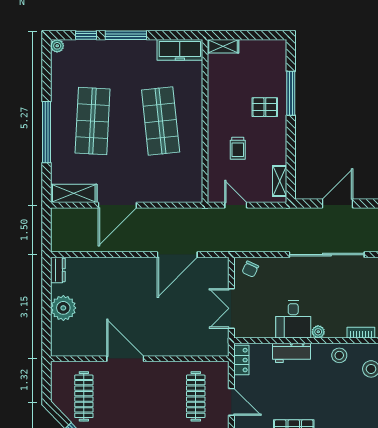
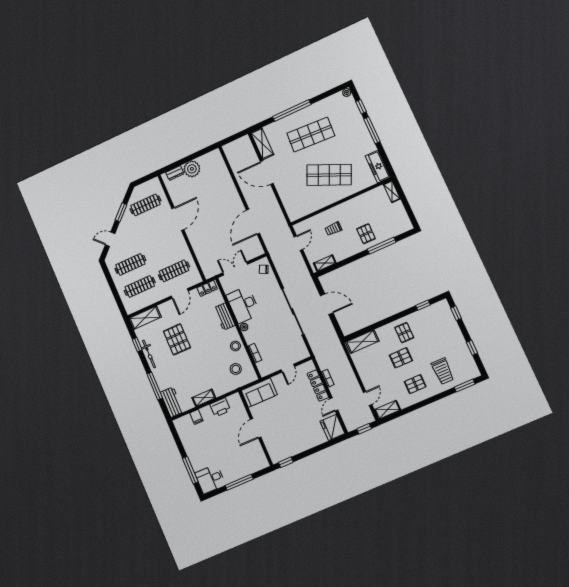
shop shelf: (161, 121) -> (329, 175), turned 30
door: (177, 255) -> (253, 222), hinge flipped
dresser: (58, 270) -> (175, 173), moved
desk: (293, 319) -> (243, 305), width x1.37

